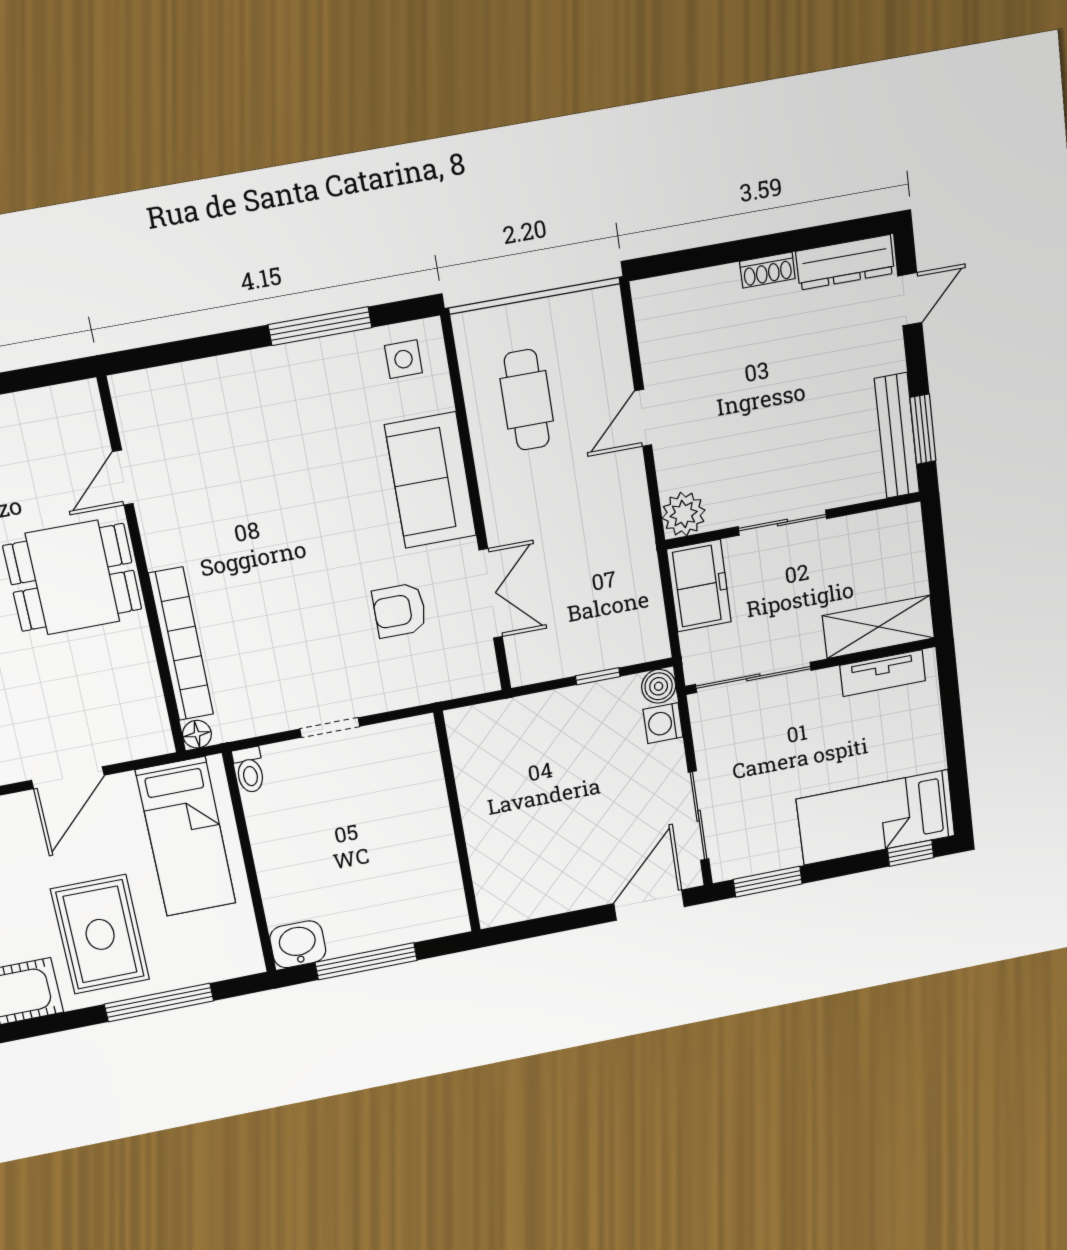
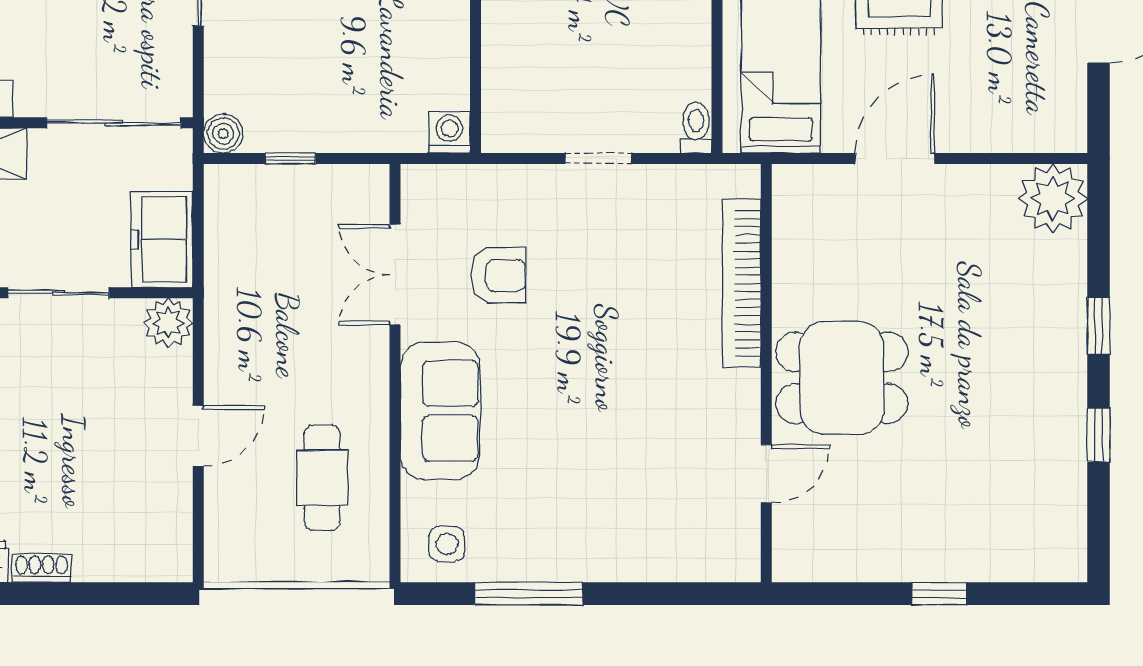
washing machine: (663, 723) -> (450, 132), moved, turned -90
floor lamp: (197, 734) -> (745, 180), removed

